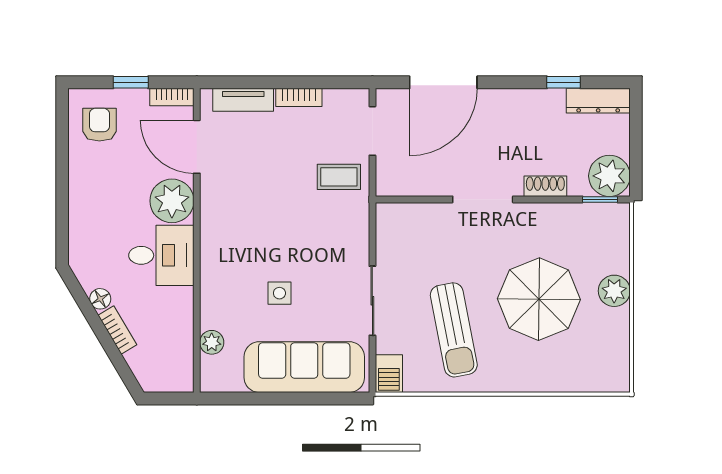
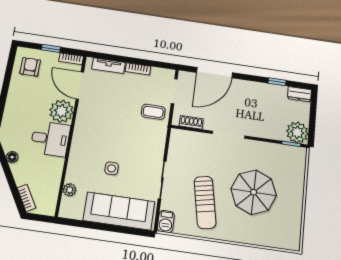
dresser: (598, 101) -> (299, 94), width x0.70
shoe rack: (545, 186) -> (191, 122), moved
plant: (614, 291) -> (295, 194), removed
bookcase: (117, 330) -> (26, 198), moved

